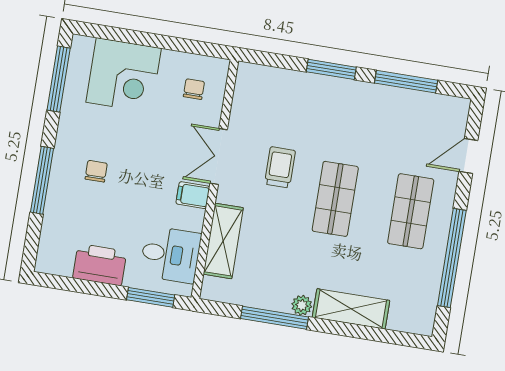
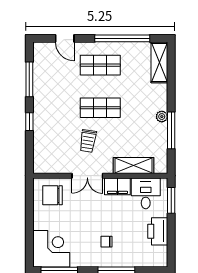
window: (331, 69) -> (29, 122), width x0.67
corner desk: (124, 75) -> (51, 249), moved
chair: (194, 89) -> (53, 195), width x1.87, depth x1.87
trolley: (280, 167) -> (88, 141), turned -81
filing cabinet: (193, 195) -> (117, 186), width x2.00
shelving: (351, 309) -> (159, 62), moved

